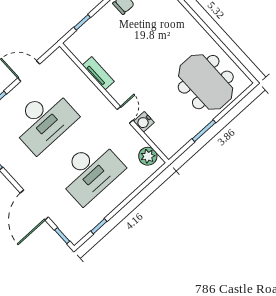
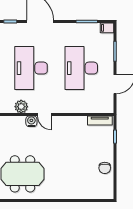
tv unit: (98, 73) -> (100, 121), moved
plant: (148, 156) -> (21, 107), moved

